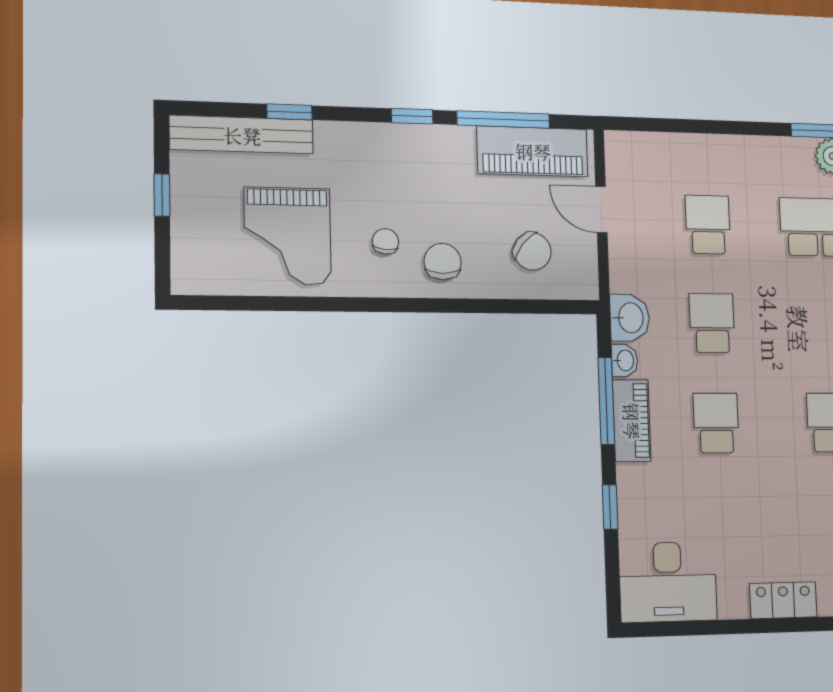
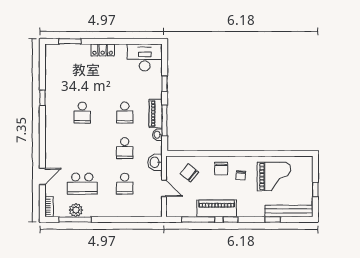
piano: (533, 151) -> (217, 208), moved
grand piano: (288, 236) -> (274, 177), turned 90
washbasin: (630, 318) -> (155, 162), moved

